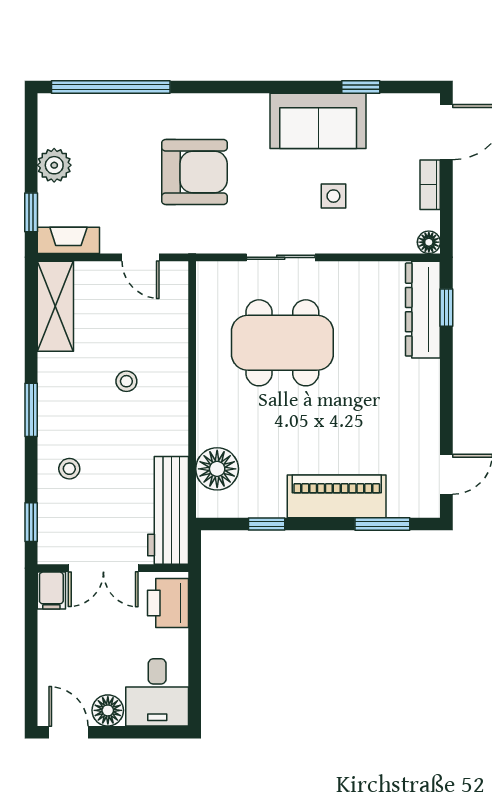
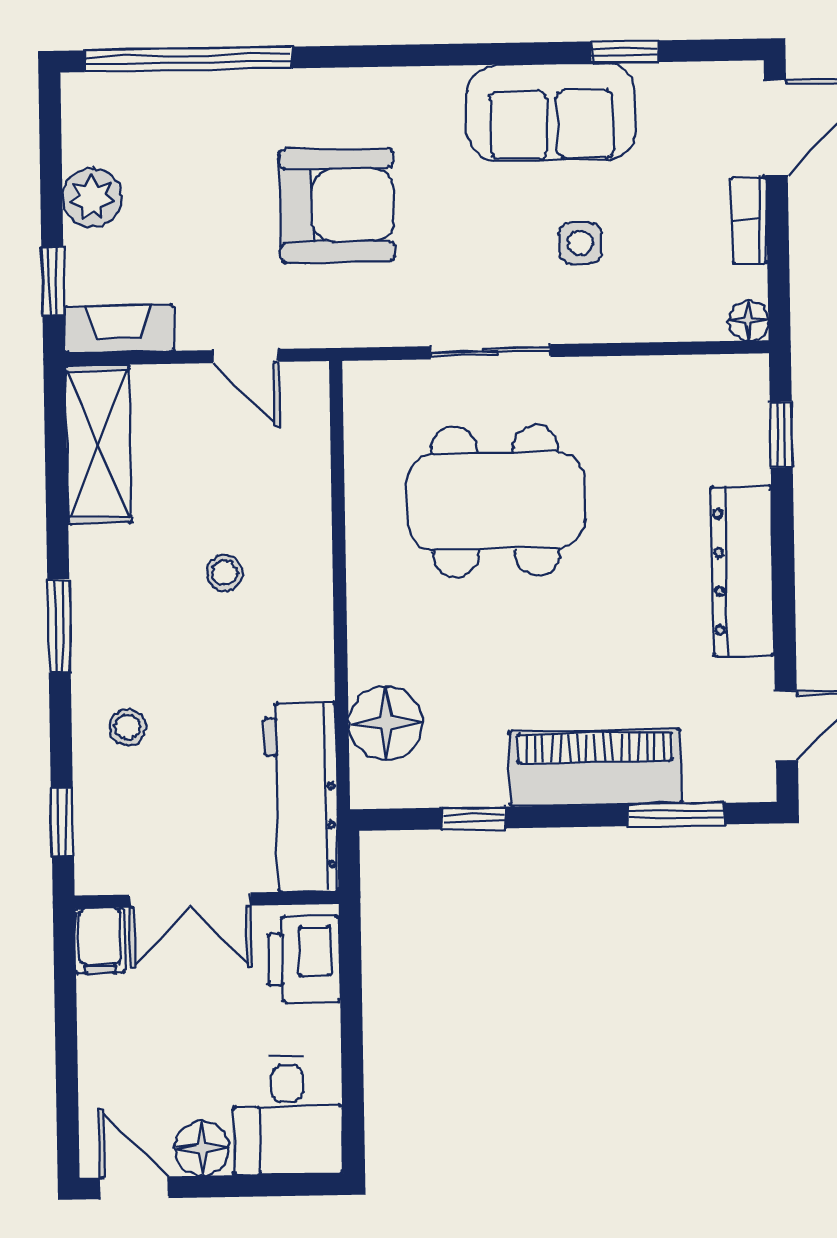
dresser: (423, 310) -> (742, 571), moved

